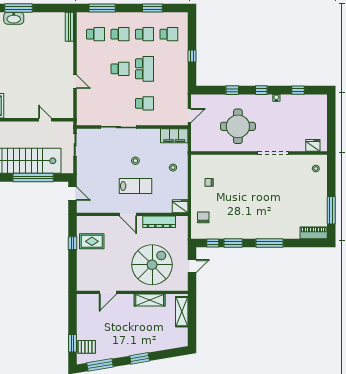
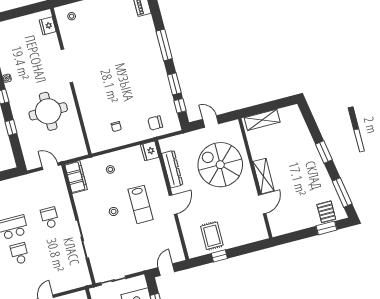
lab bench: (135, 186) -> (141, 204), turned 180
door: (108, 292) -> (262, 204), hinge flipped
shelving: (150, 300) -> (263, 176), moved

